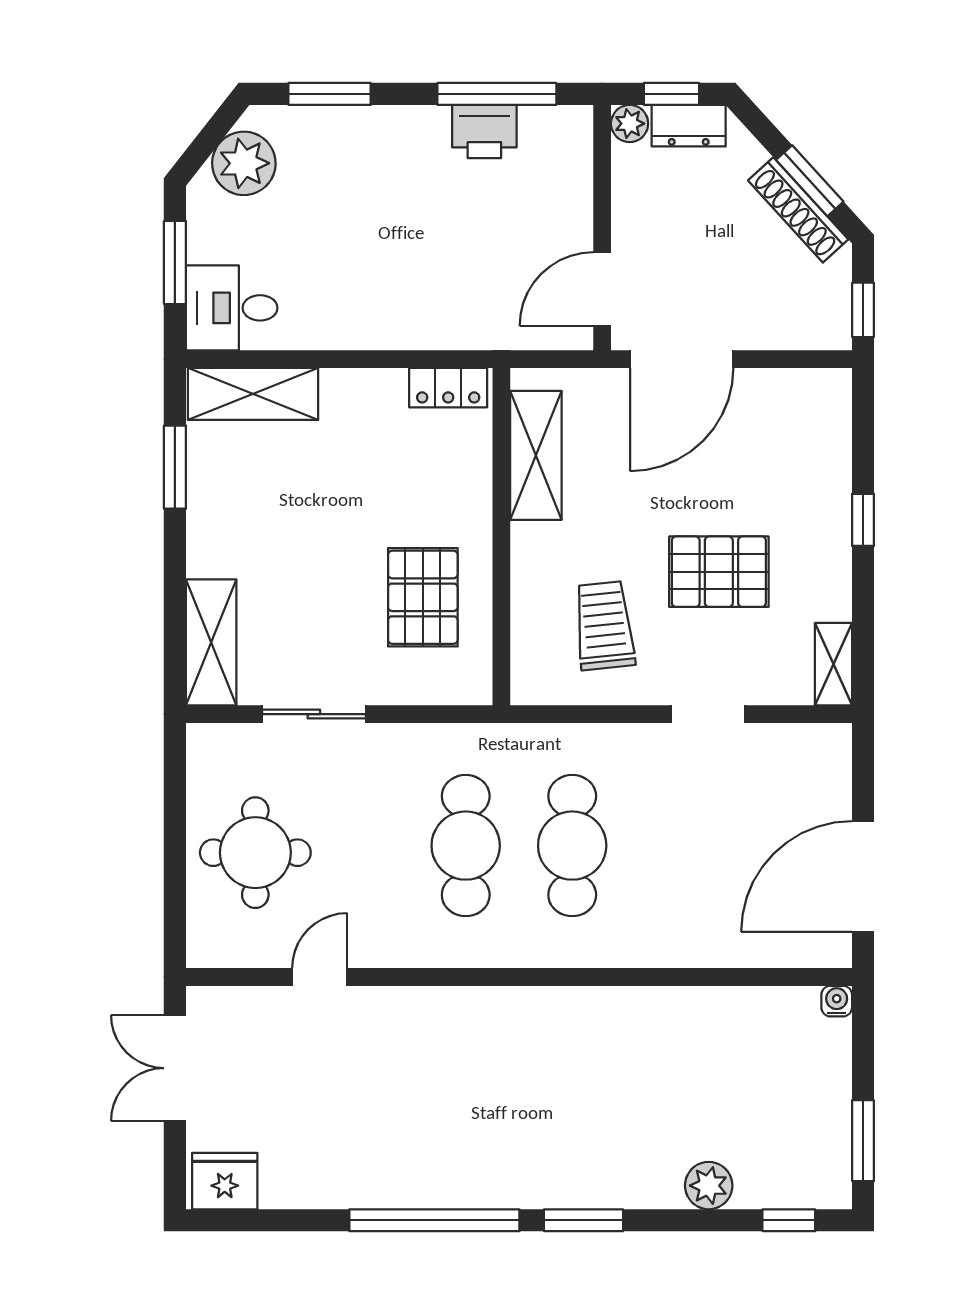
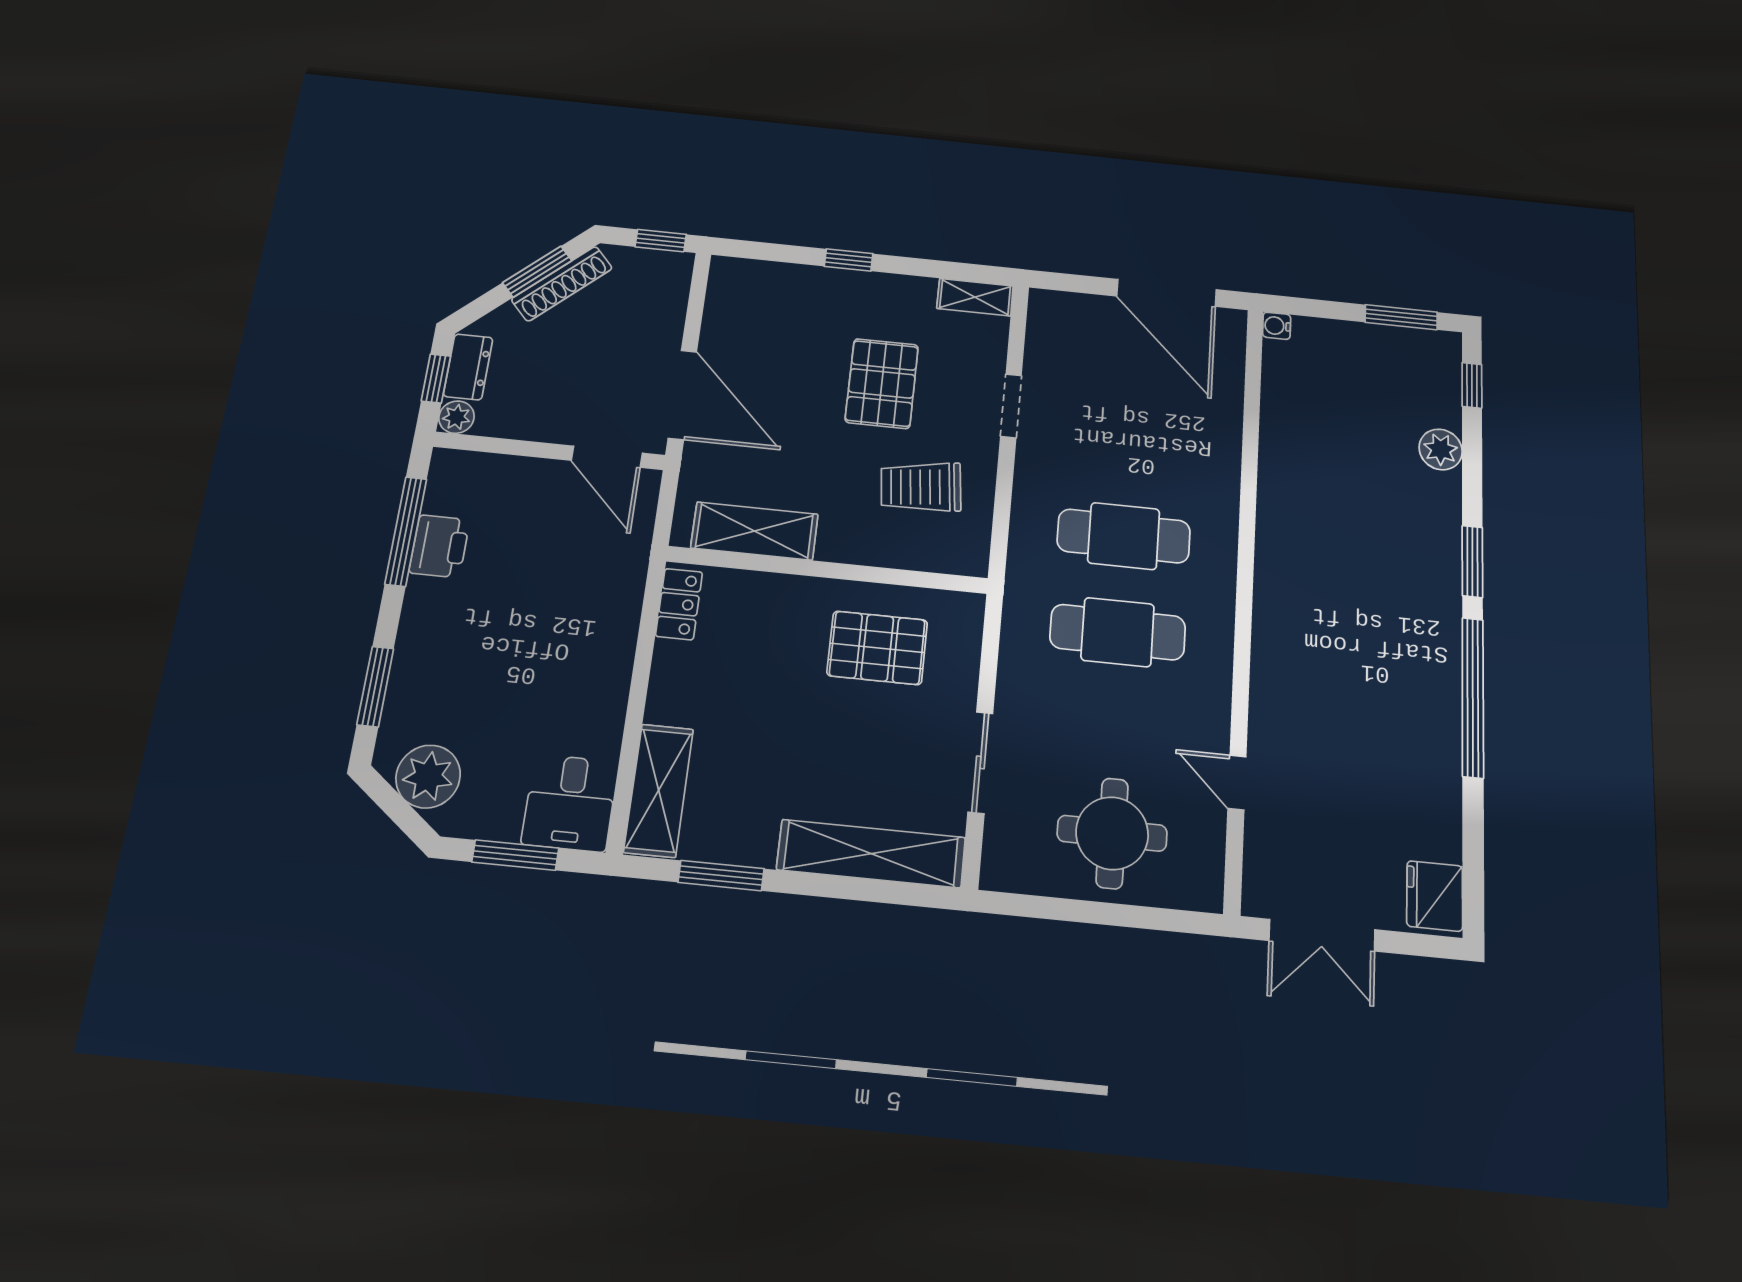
shelving: (211, 642) -> (871, 854), width x1.47

